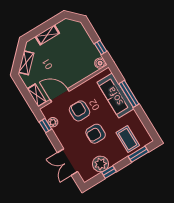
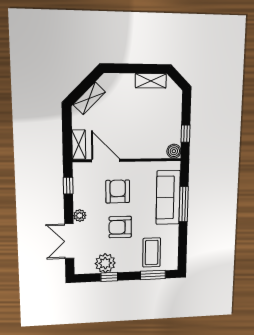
shelving: (47, 35) -> (151, 81), moved
plant: (53, 122) -> (80, 216), moved

